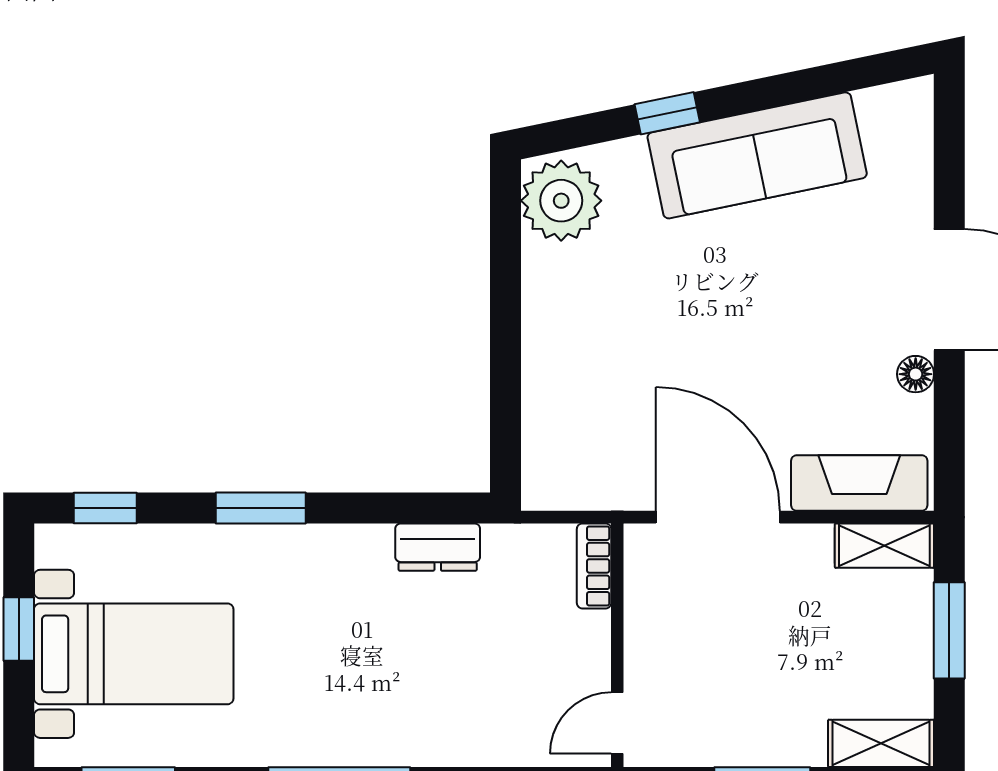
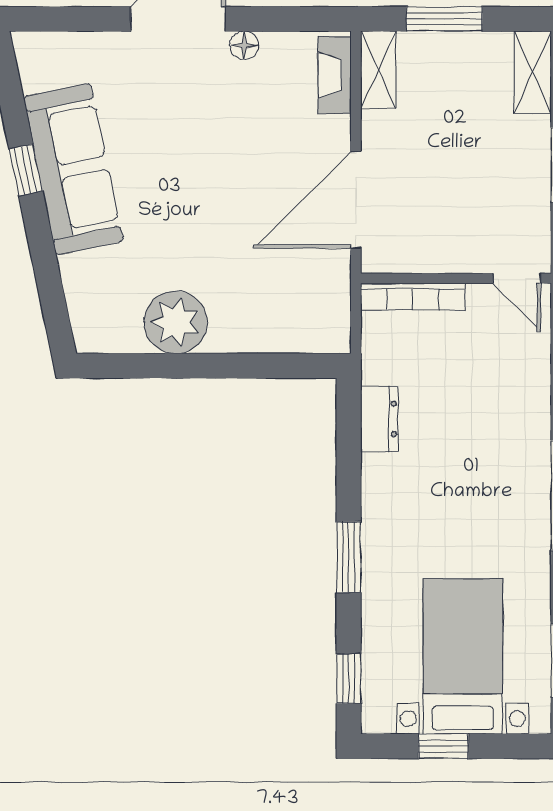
window: (667, 113) -> (26, 170), moved
plant: (561, 201) -> (176, 322), moved
fireplace: (859, 483) -> (334, 75), width x0.73, depth x0.76
bookcase: (594, 566) -> (413, 297), width x1.56

